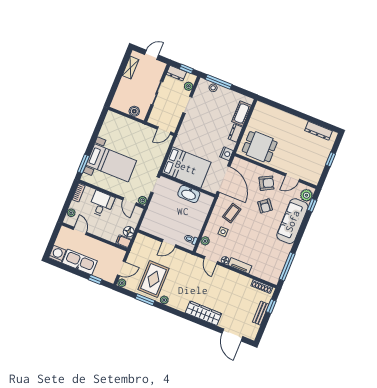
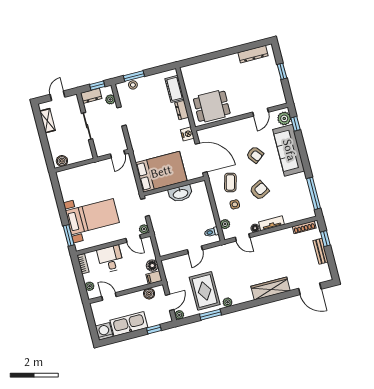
window: (219, 82) -> (134, 76), width x0.69
boiler: (134, 111) -> (62, 161), moved
armchair: (266, 183) -> (259, 190), moved
boiler: (111, 251) -> (149, 294), added

